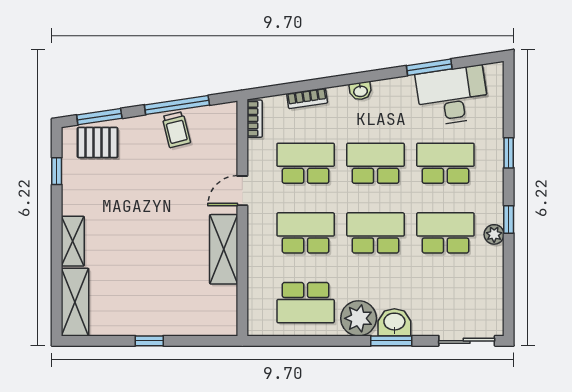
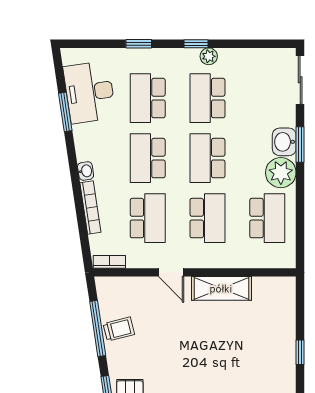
bookcase: (307, 98) -> (90, 207), width x1.56
school desk: (306, 163) -> (148, 218), turned 180
school desk: (306, 233) -> (207, 218), turned 180

